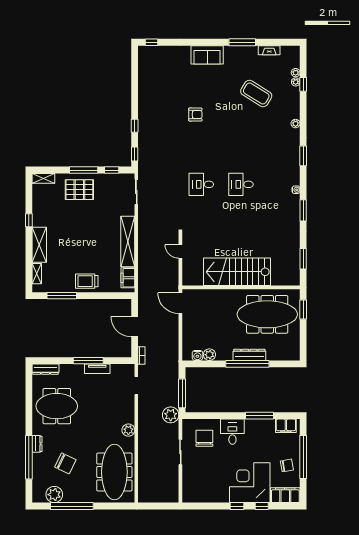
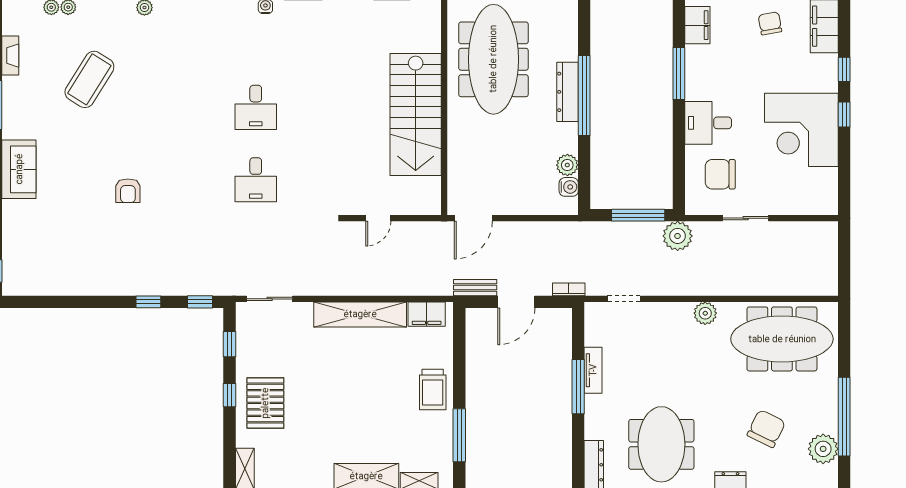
armchair: (195, 115) -> (128, 191), turned 180
window: (84, 170) -> (230, 395), width x0.46
bench: (142, 304) -> (475, 288), added
corner desk: (250, 483) -> (801, 130), moved

